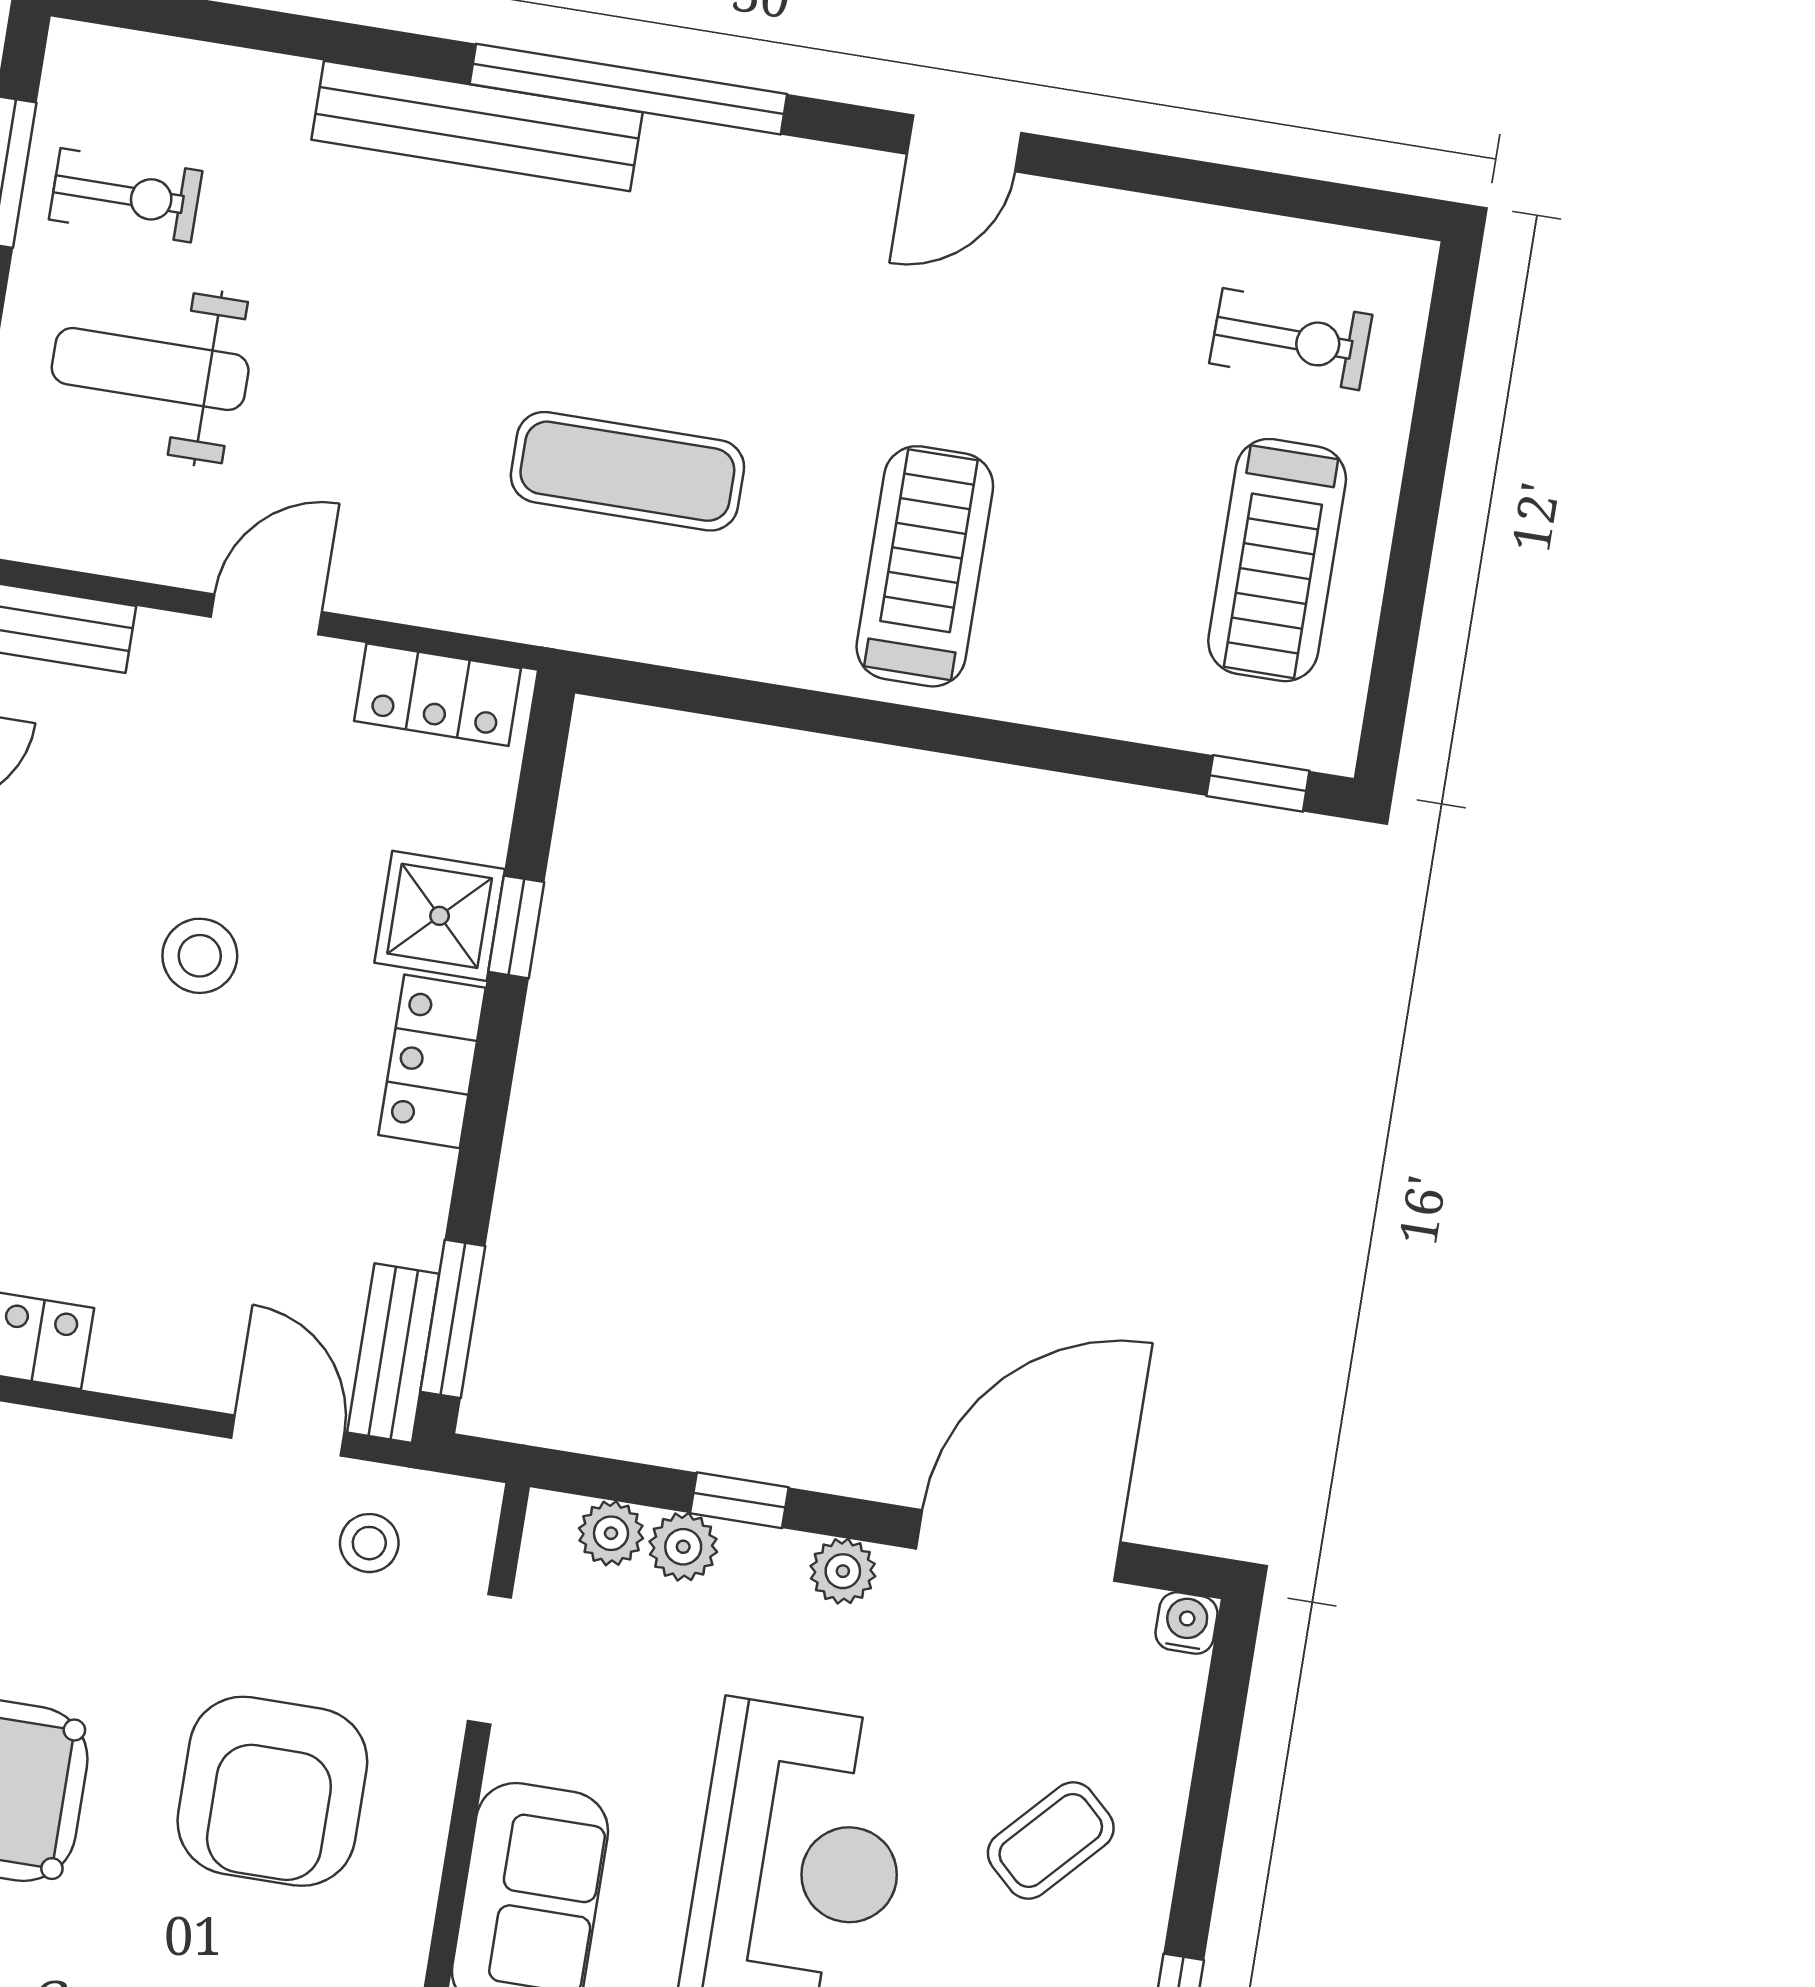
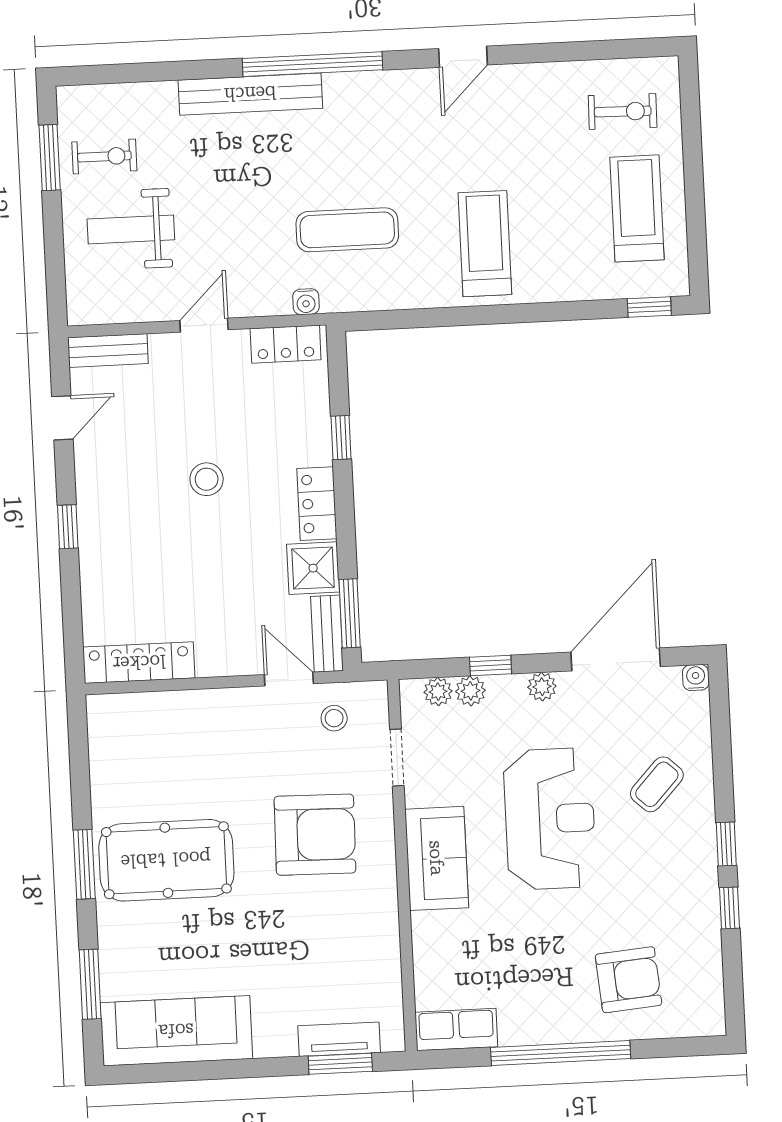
treadmill: (1277, 560) -> (637, 208), turned 180
water cooler: (502, 611) -> (306, 302), added
shower: (440, 916) -> (313, 568), moved
armchair: (272, 1791) -> (315, 835), turned -89

